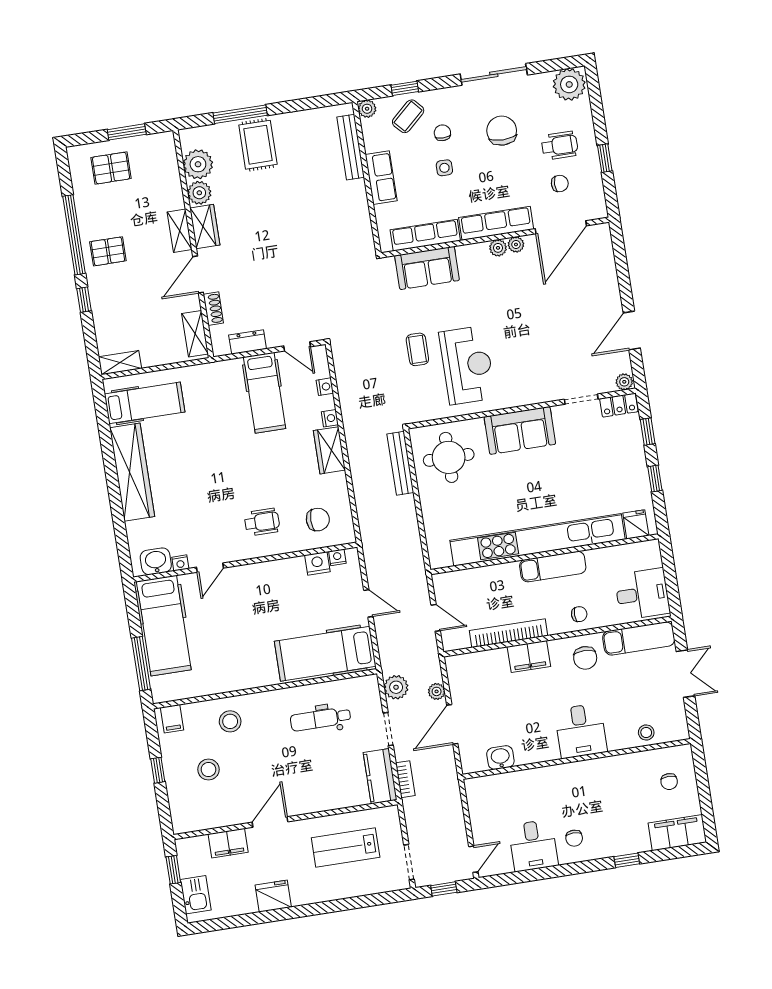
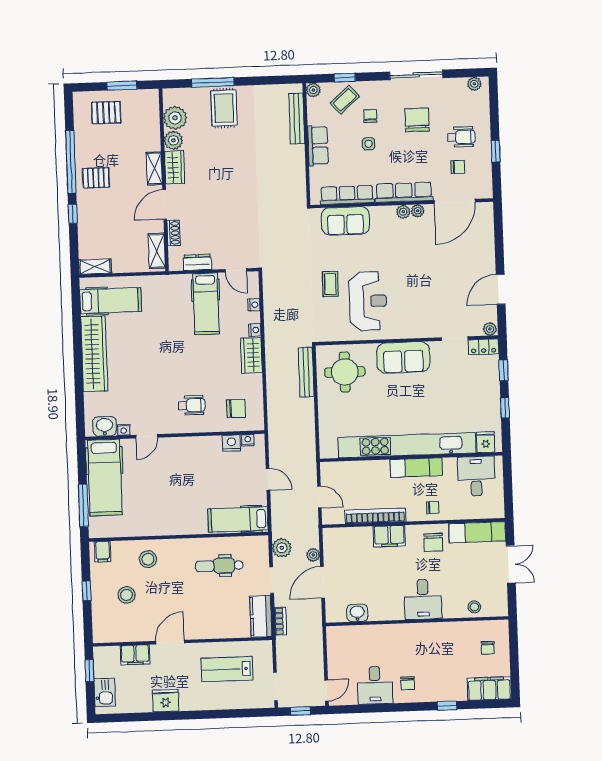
plant: (569, 84) -> (474, 84), width x0.53, depth x0.53
desk: (642, 594) -> (476, 476), moved, turned -90
hospital bed: (325, 654) -> (238, 519), width x0.73, depth x0.78

